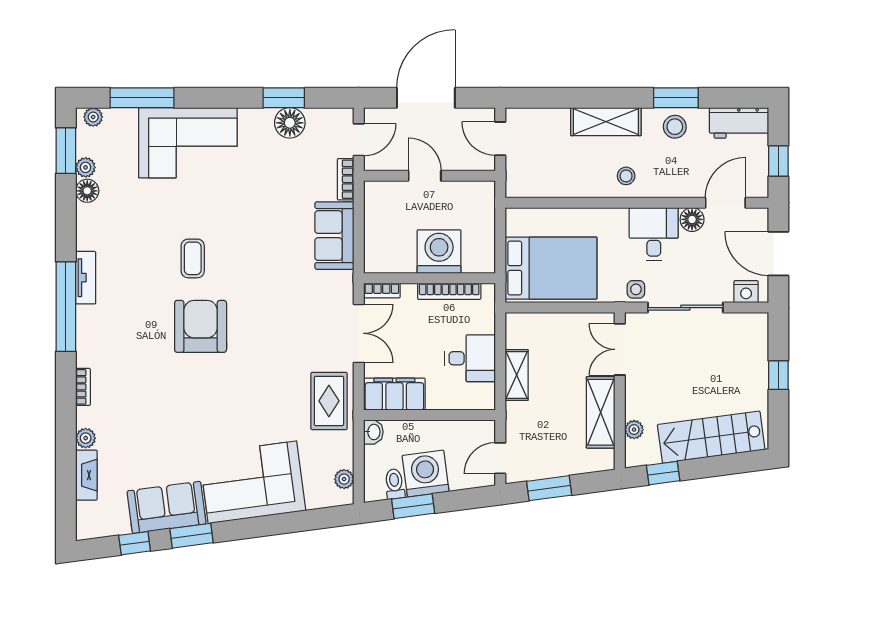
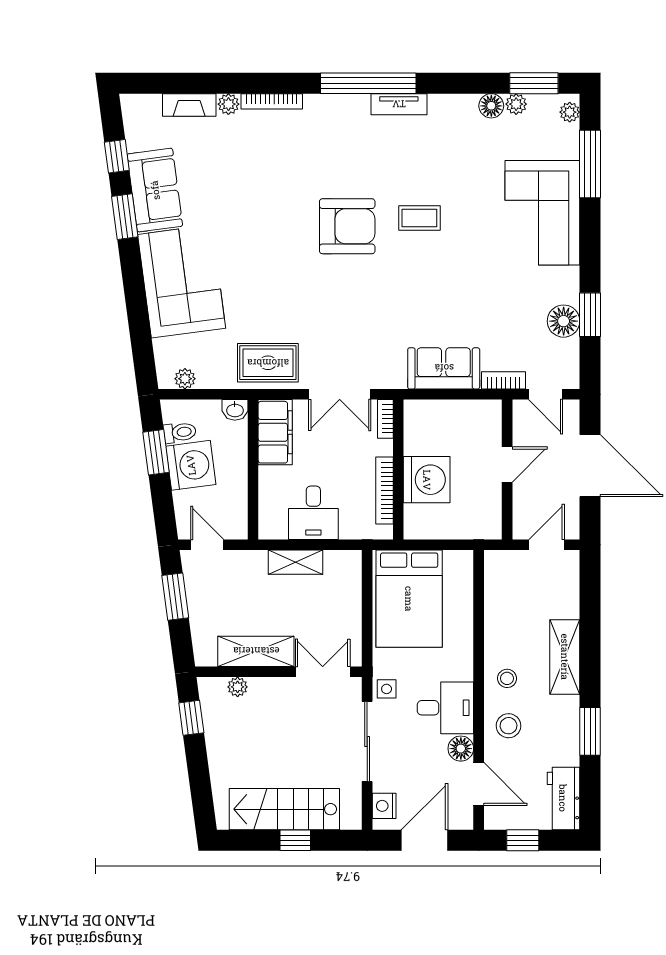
stool: (675, 127) -> (508, 726), moved
bookcase: (83, 387) -> (272, 101), width x1.56
stairs: (711, 437) -> (284, 809), moved, turned -82

